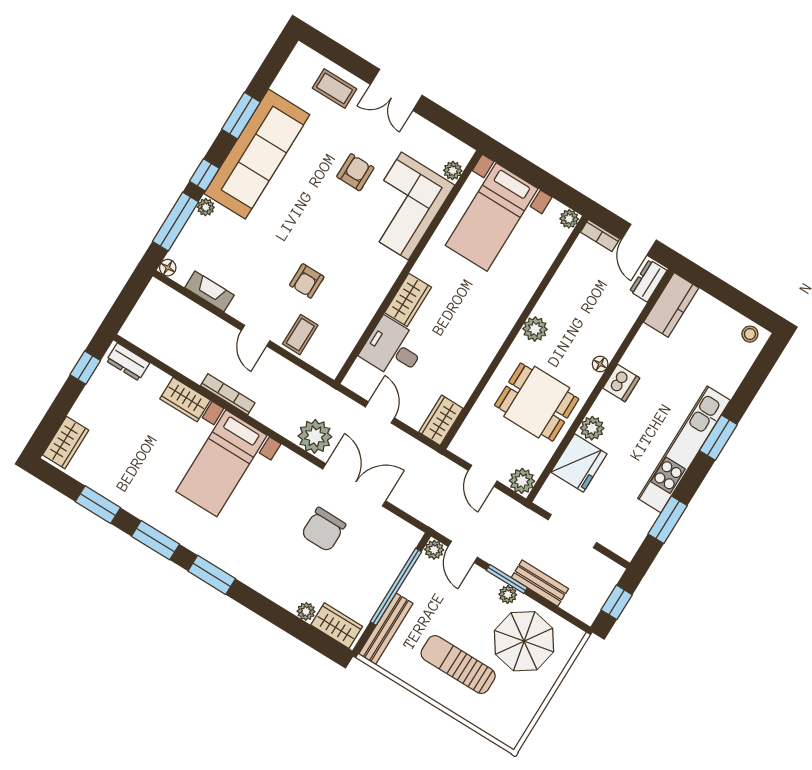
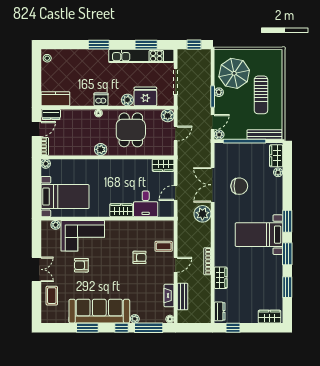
kitchen unit: (684, 449) -> (141, 56), moved
bed with nightstands: (221, 463) -> (259, 235), moved, turned 180
bench: (540, 583) -> (183, 296), moved

